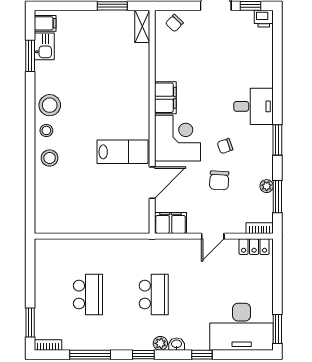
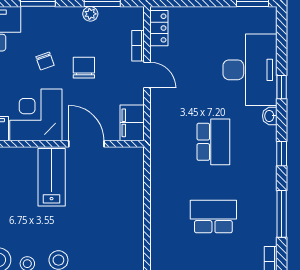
chair: (219, 180) -> (84, 68), turned -93
bookcase: (260, 228) -> (138, 46), moved
school desk: (154, 295) -> (213, 142), turned 90
desk: (242, 327) -> (250, 70), moved
plant: (160, 343) -> (269, 134), removed

